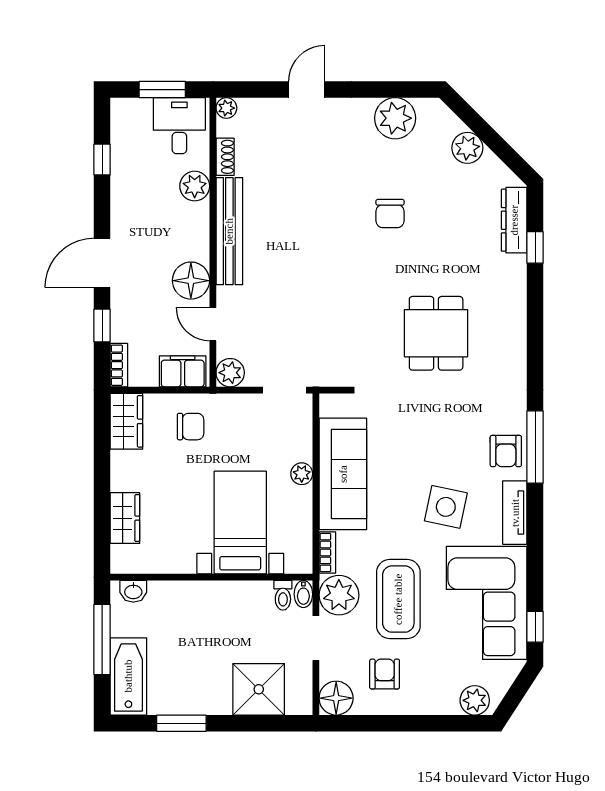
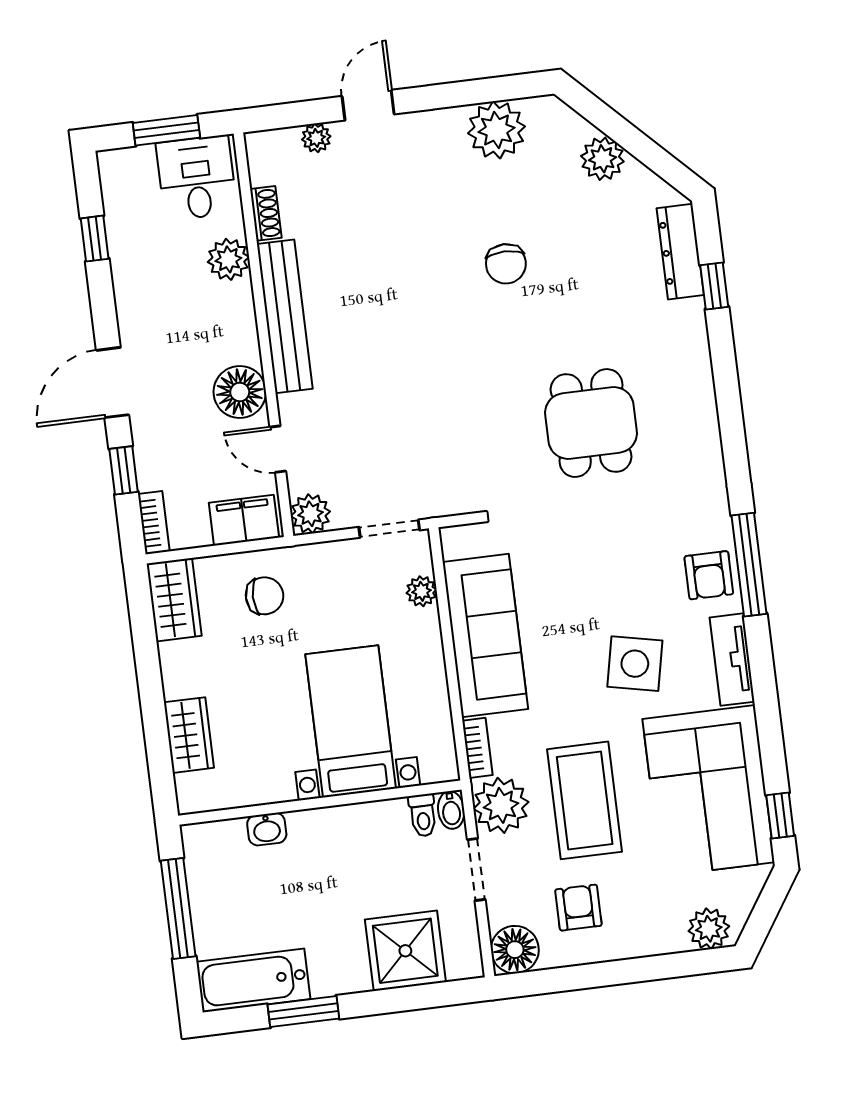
plant: (226, 108) -> (316, 138), moved
plant: (302, 474) -> (422, 591), moved
washbasin: (133, 591) -> (267, 829), moved
bathtub: (128, 676) -> (253, 980), moved, turned -90

